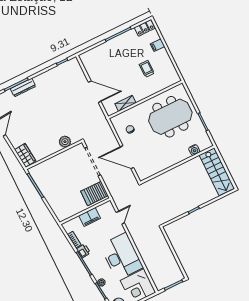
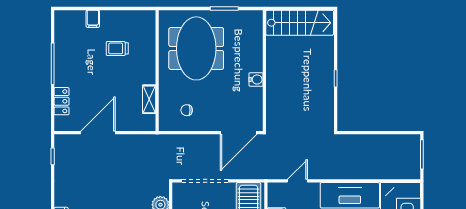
locker: (145, 28) -> (61, 101), moved
door: (95, 92) -> (98, 133), moved
water cooler: (194, 150) -> (256, 80), moved
door: (127, 157) -> (239, 133), moved
door: (120, 218) -> (297, 181), hinge flipped

